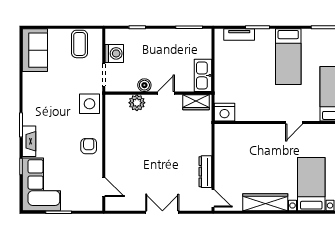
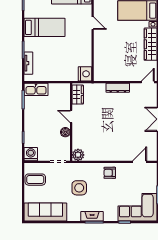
sofa: (35, 50) -> (45, 212), width x1.36
washing machine: (114, 53) -> (31, 154), moved
kitchen sink: (203, 75) -> (36, 89), moved
plant: (137, 103) -> (78, 155), moved
side table: (90, 104) -> (79, 188), moved
fireplace: (29, 141) -> (92, 216), moved
dresser: (205, 172) -> (118, 88), moved

